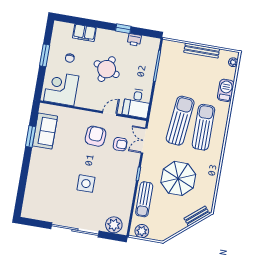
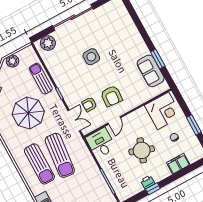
printer: (134, 40) -> (148, 182), moved
plant: (142, 231) -> (12, 61), moved

